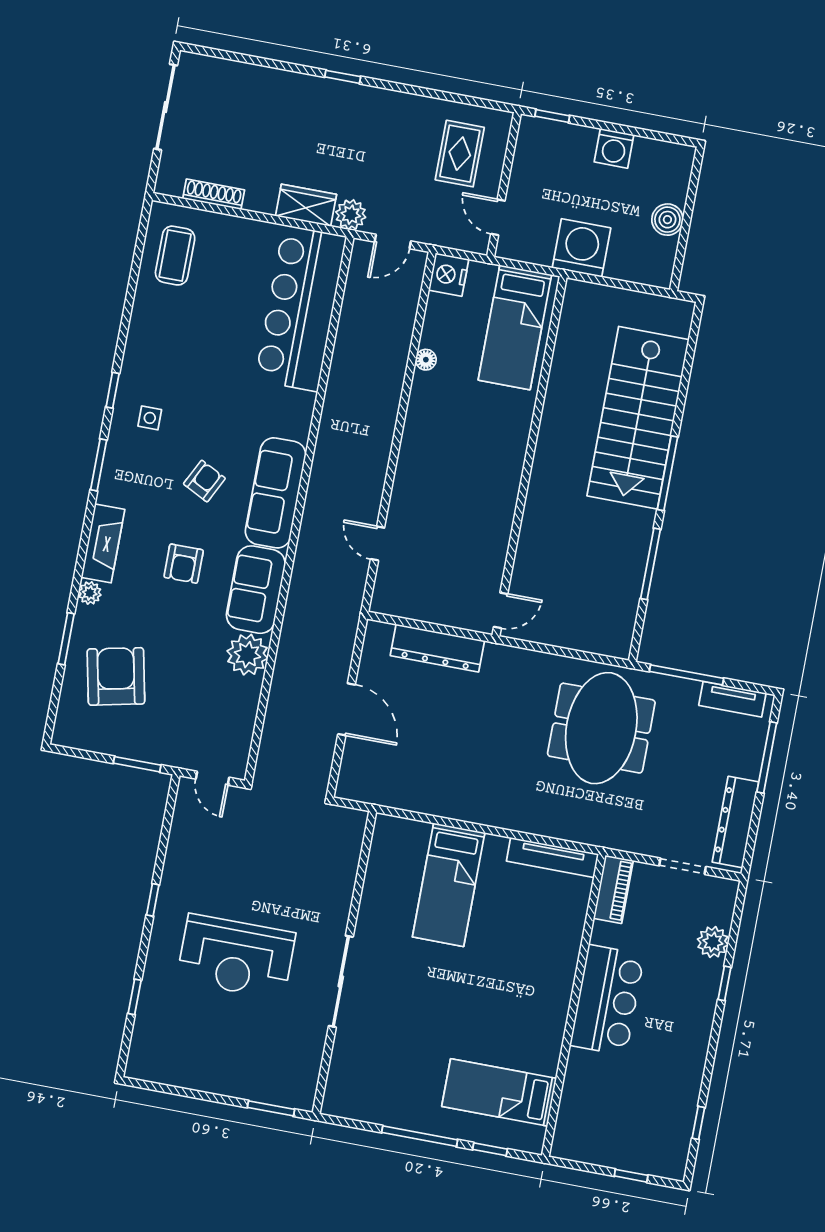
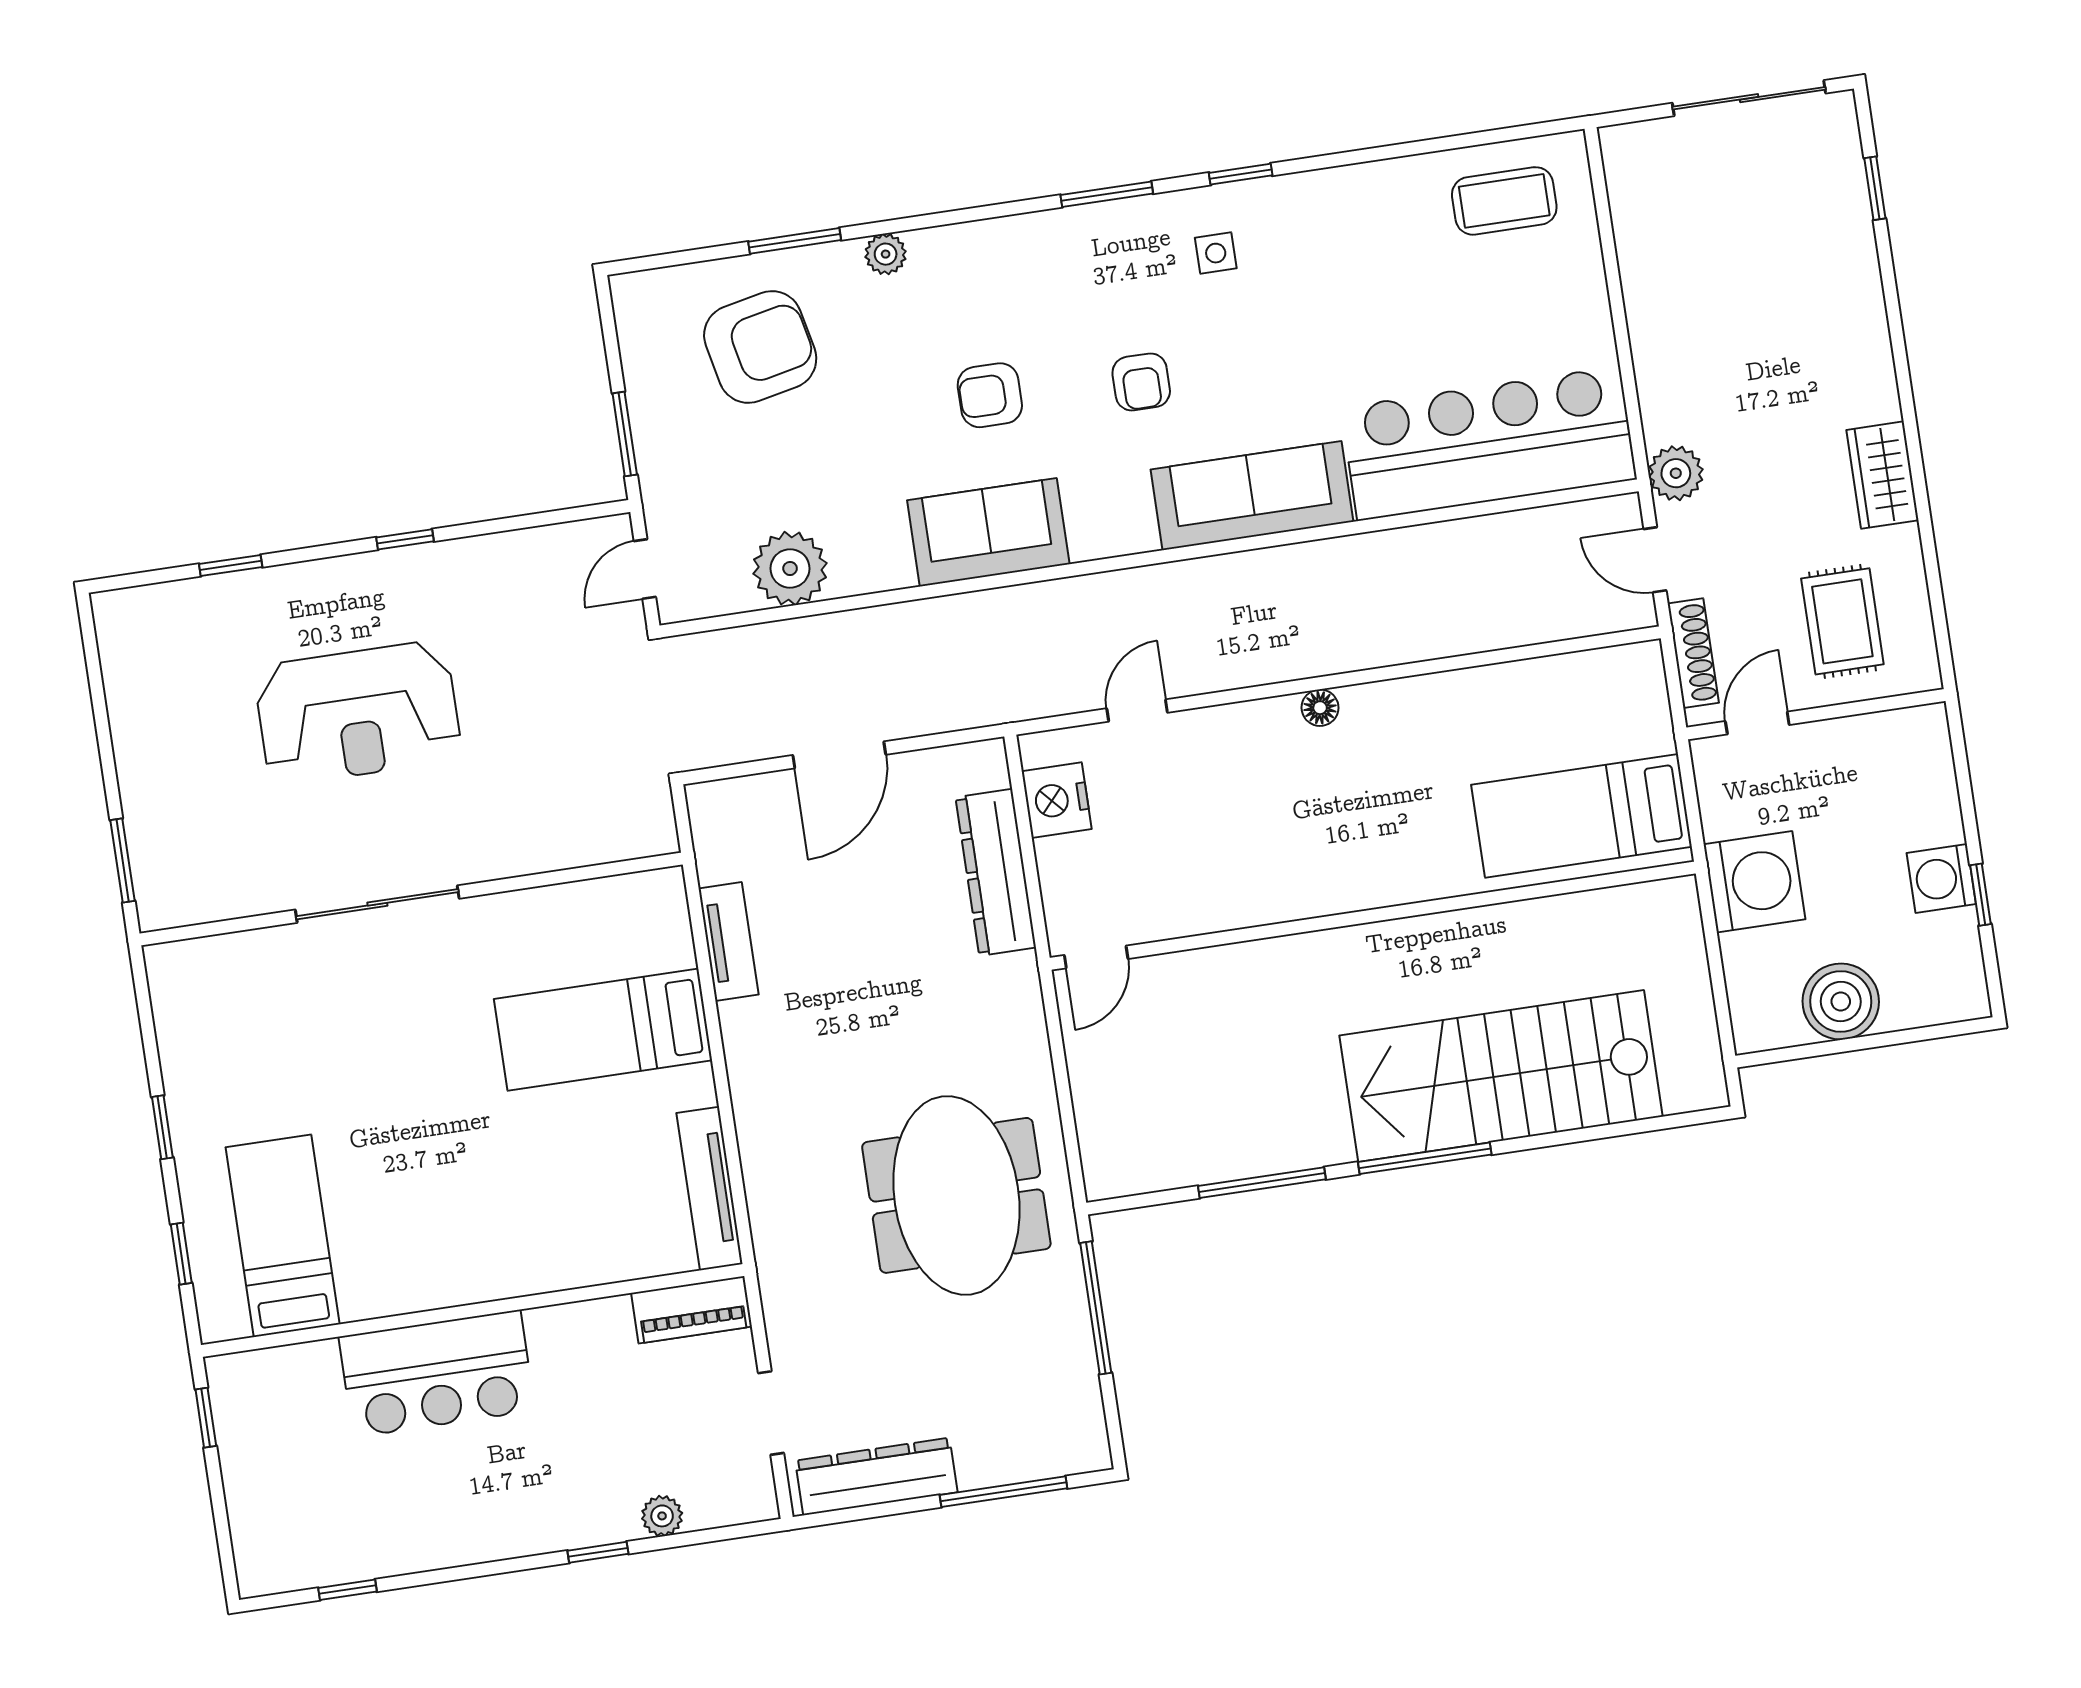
window: (343, 77) -> (1875, 188), moved
window: (552, 116) -> (1981, 895), moved
rug: (460, 154) -> (1842, 621), turned 90
shoe rack: (214, 194) -> (1693, 653), moved
wardrobe: (306, 205) -> (1882, 475), moved, turned 180
boiler: (667, 220) -> (1841, 1001), width x1.37, depth x1.37
nightstand: (449, 275) -> (1057, 800), moved, turned -90
floor lamp: (426, 360) -> (1320, 708), moved
armchair: (204, 481) -> (1141, 382), turned 63
sofa: (276, 493) -> (1252, 496), moved
fireplace: (103, 543) -> (977, 247), removed
door: (501, 610) -> (1096, 957), hinge flipped
plant: (247, 655) -> (790, 568), moved
tv unit: (732, 699) -> (729, 942), moved, turned 180
meeting table: (601, 728) -> (956, 1195), turned 90
plant: (713, 942) -> (662, 1516), width x0.73, depth x0.73
reception desk: (236, 957) -> (358, 713), turned -90
bar counter: (607, 1000) -> (437, 1374), moved
window: (420, 1136) -> (162, 1127), width x0.46
window: (631, 1176) -> (206, 1418), moved

